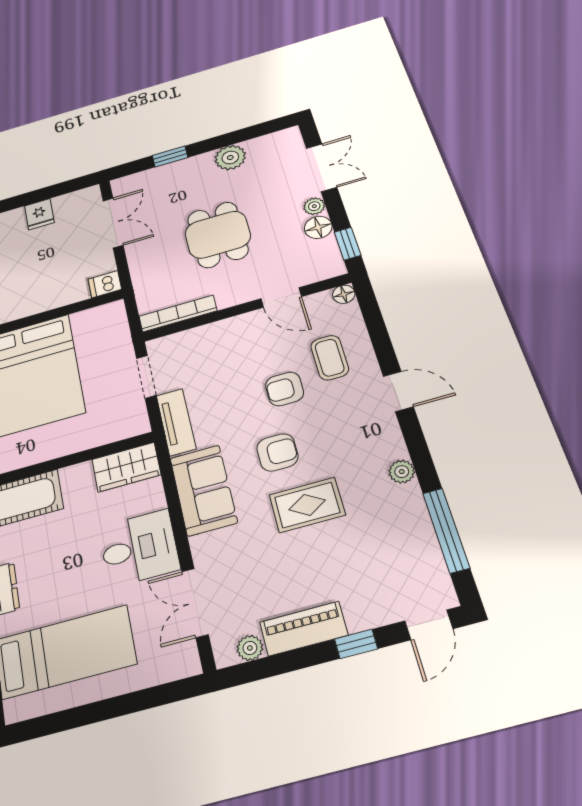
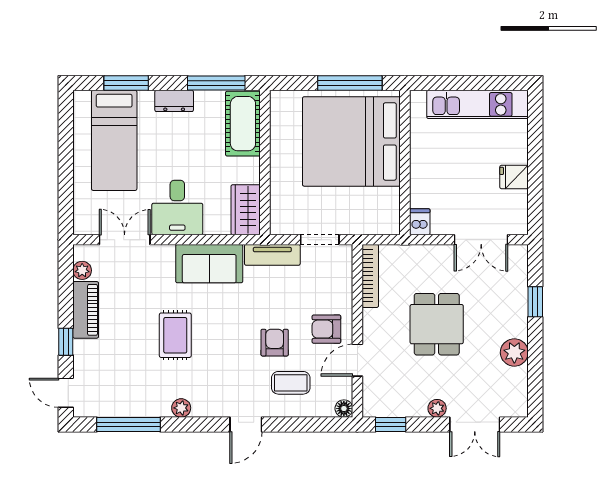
floor lamp: (318, 227) -> (415, 406), removed
dining table: (218, 235) -> (437, 324), turned 90
armchair: (277, 452) -> (326, 329), moved, turned 90

